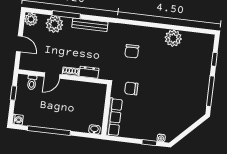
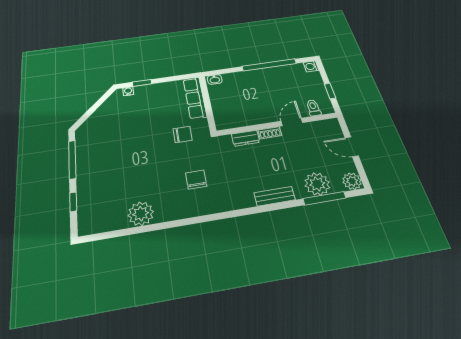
window: (66, 15) -> (324, 198), moved
bench: (90, 25) -> (274, 196), width x0.73

